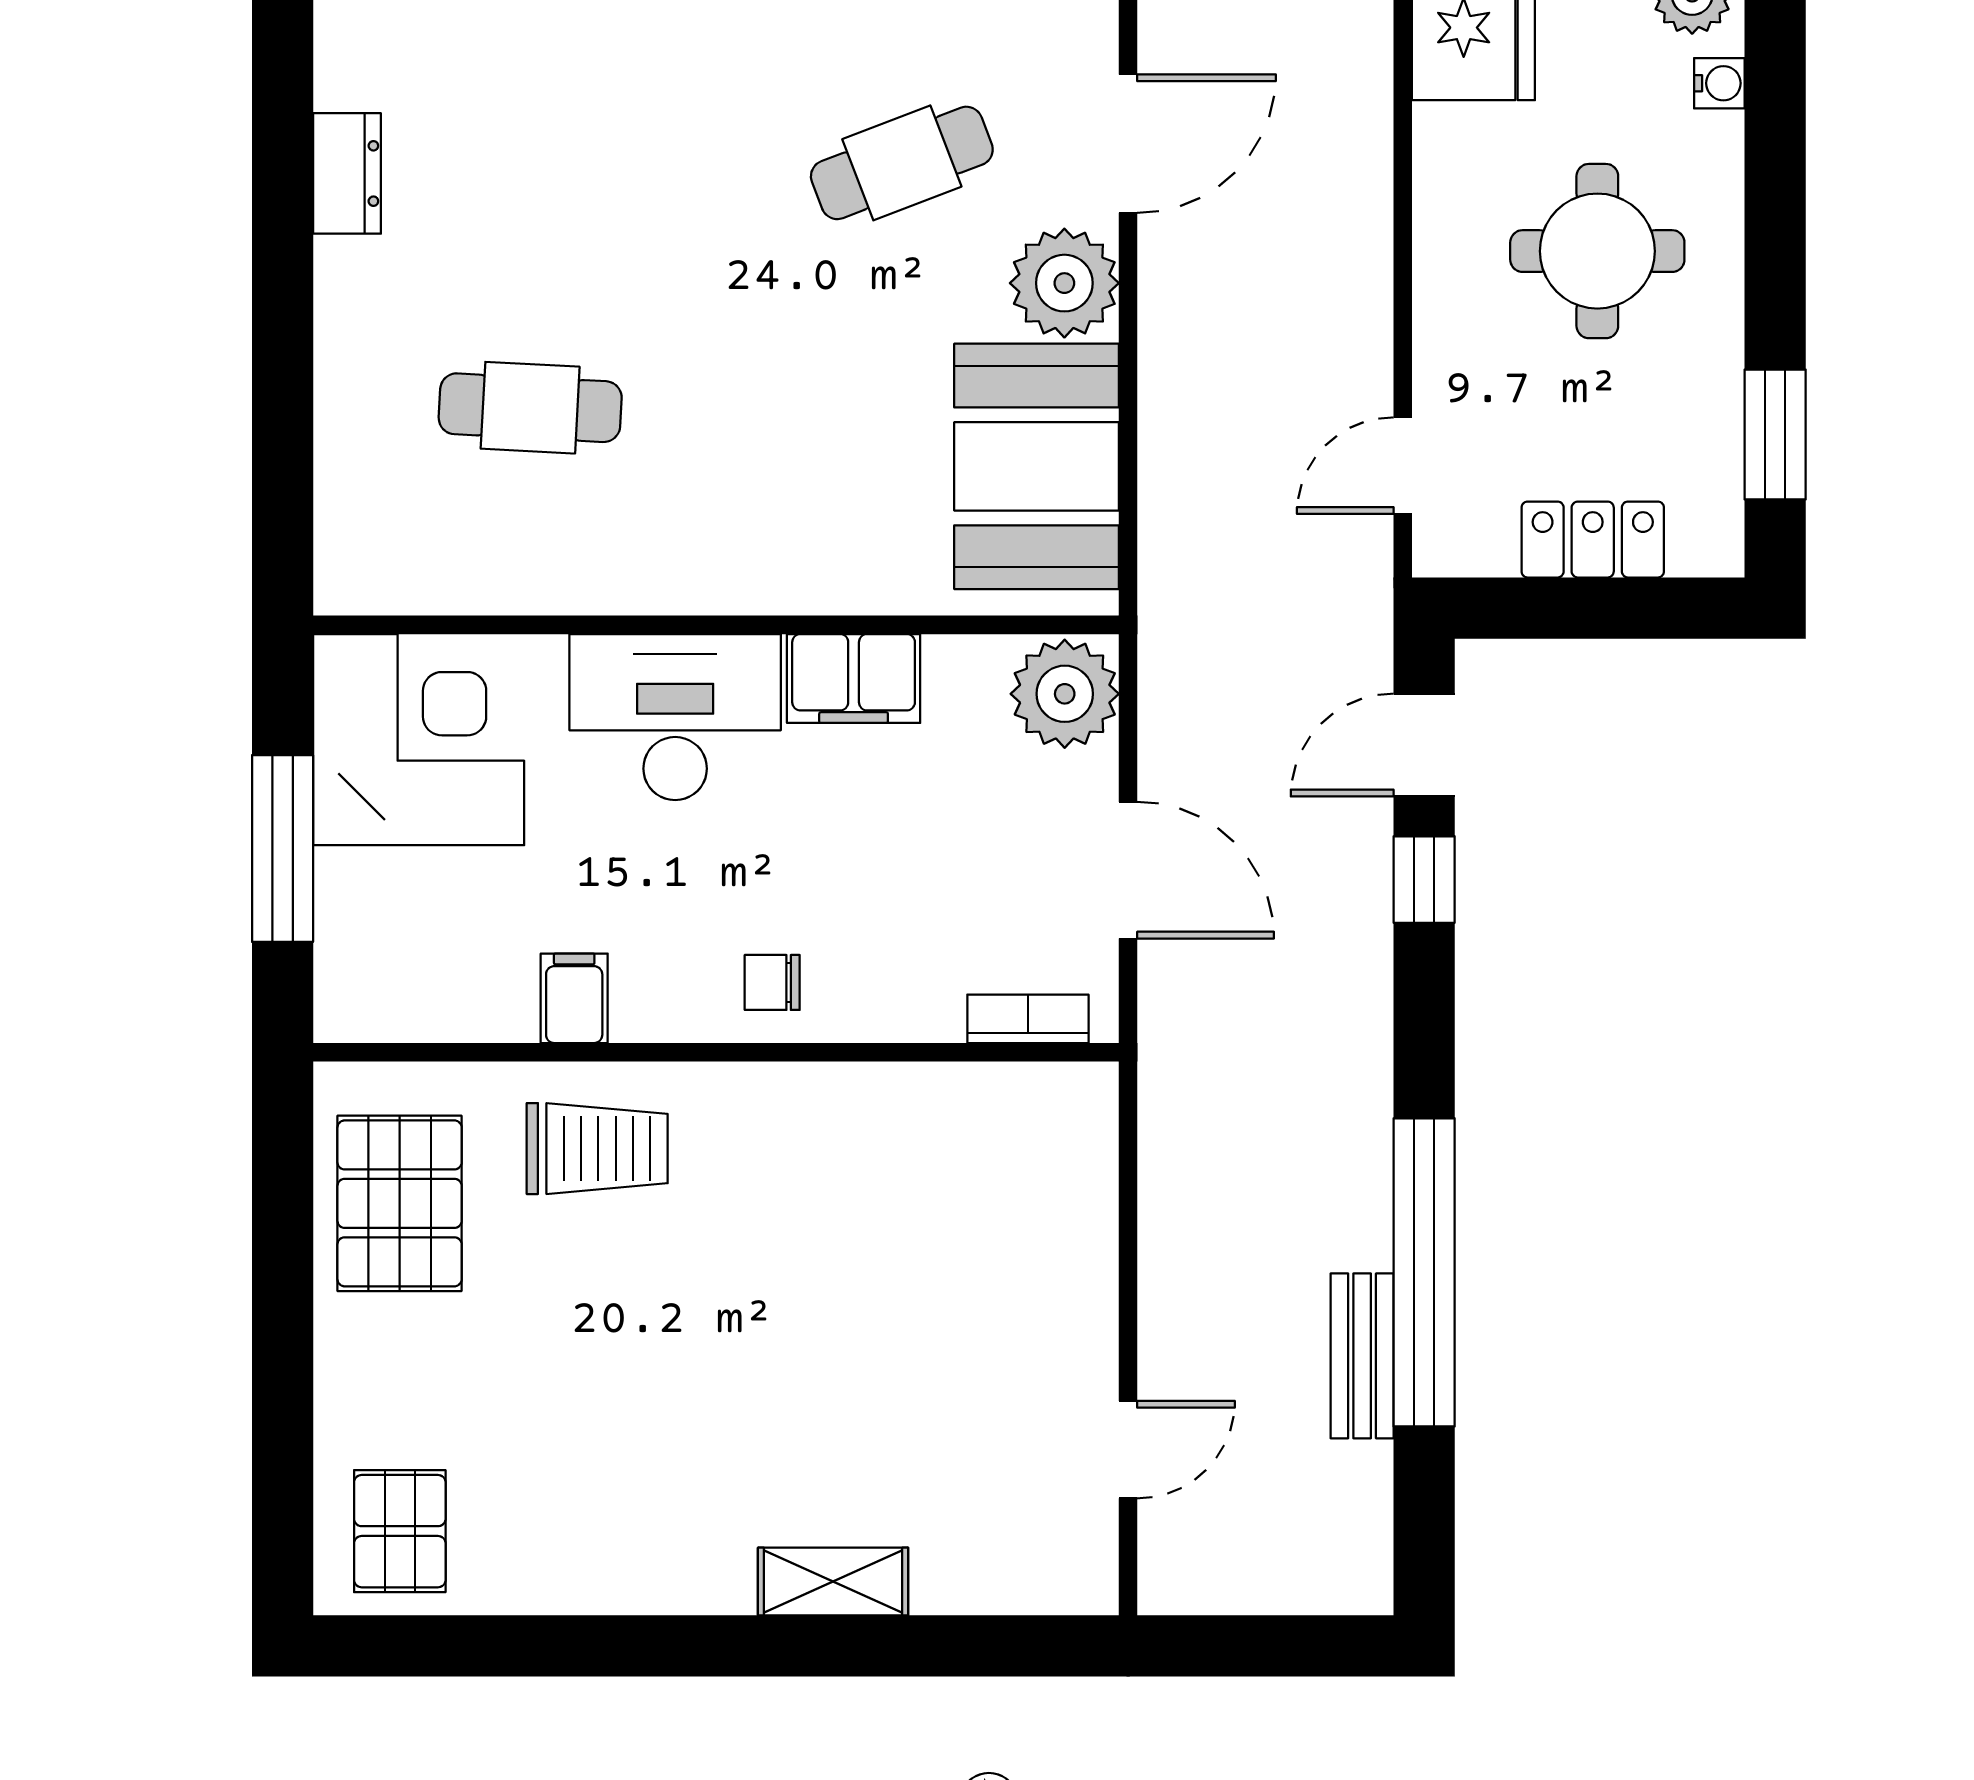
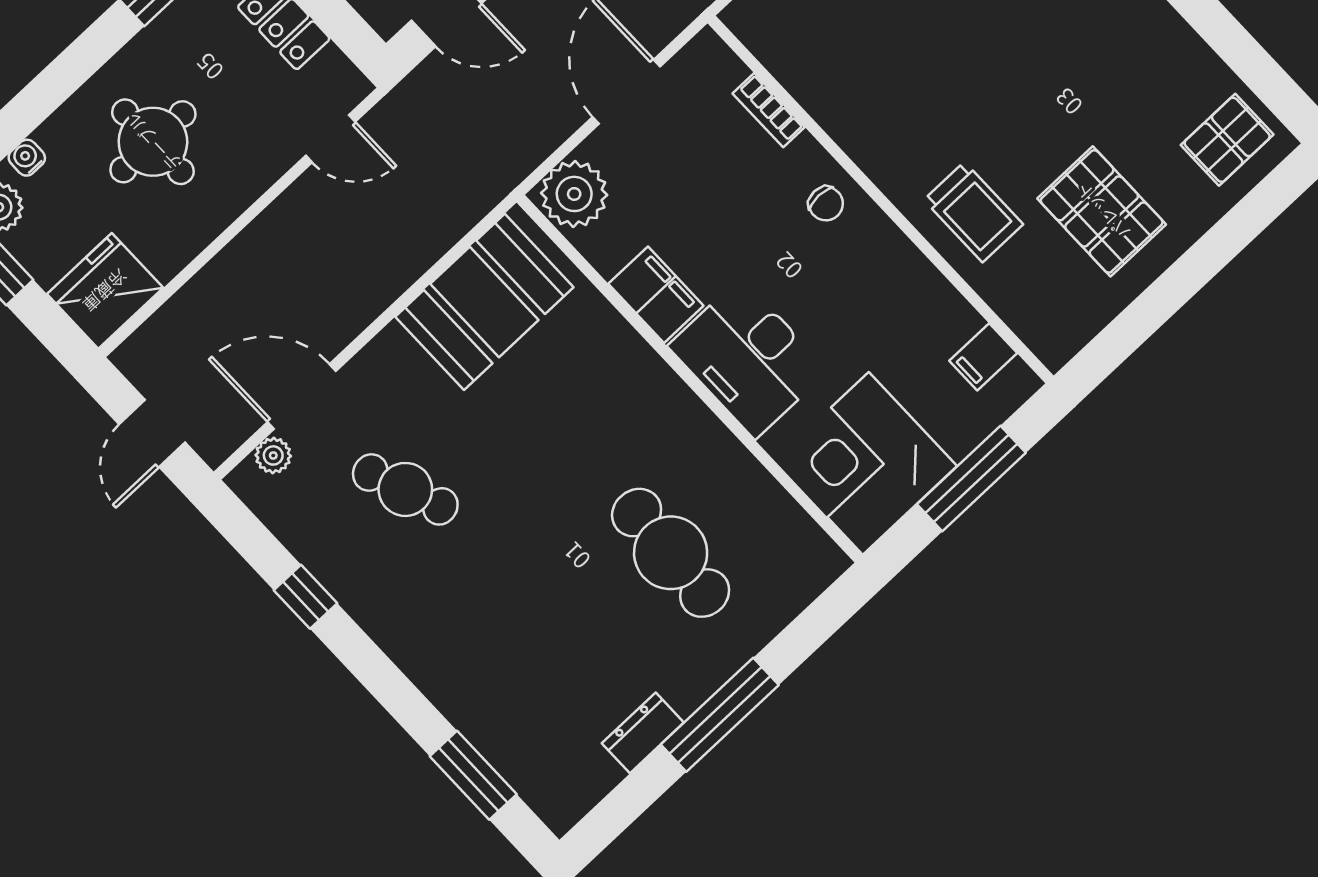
plant: (1064, 283) -> (273, 455), moved, width x0.53, depth x0.53
window: (283, 285) -> (720, 715), added
cafe table: (530, 408) -> (671, 553), width x1.37, depth x1.35
filing cabinet: (574, 998) -> (983, 357), moved
bookcase: (1028, 1019) -> (769, 110), moved
trolley: (597, 1149) -> (973, 212), turned 180
pallet: (400, 1203) -> (1102, 211), moved, turned 90

